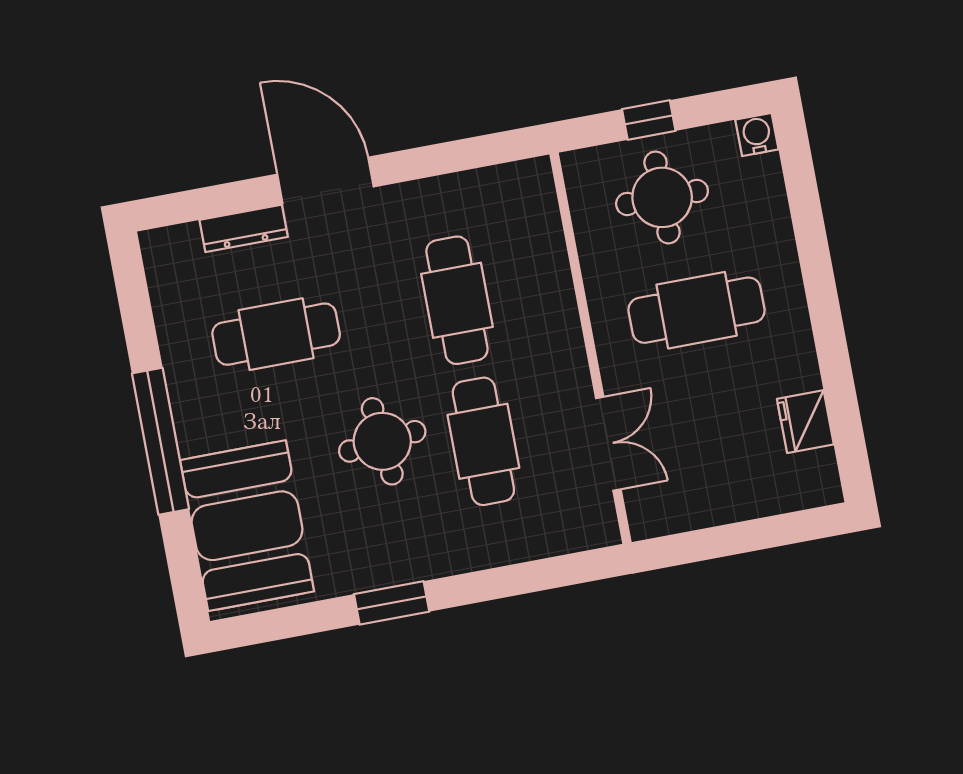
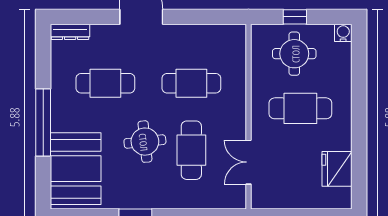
dresser: (244, 228) -> (70, 32), moved
cafe table: (457, 300) -> (191, 83), turned 90
fridge: (805, 422) -> (337, 169), width x1.36, depth x1.34
double door: (608, 444) -> (248, 162), swing flipped

